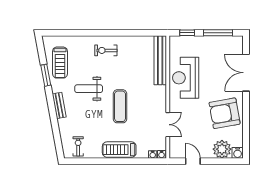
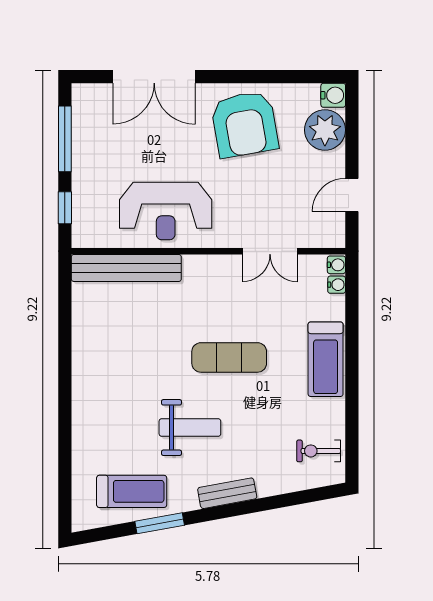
exercise bike: (106, 50) -> (105, 389), removed
weight bench: (89, 89) -> (190, 428), turned -90
double door: (168, 125) -> (270, 251), swing flipped

